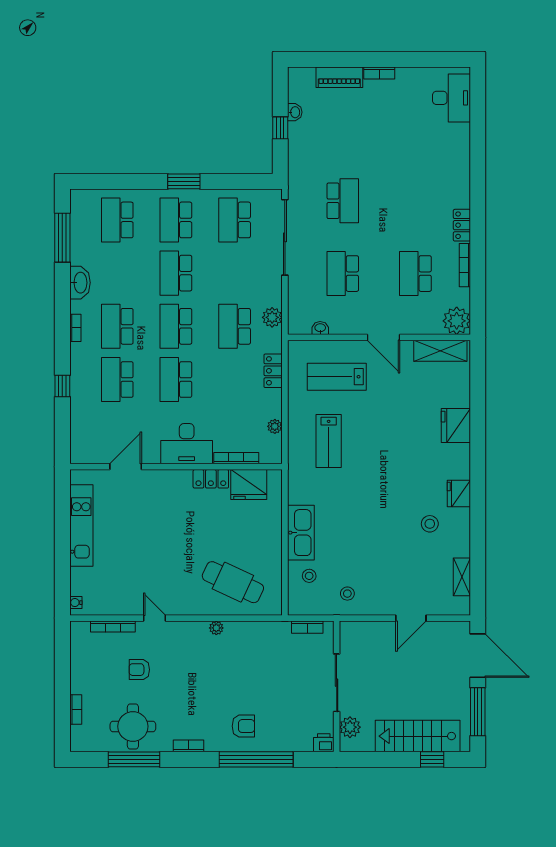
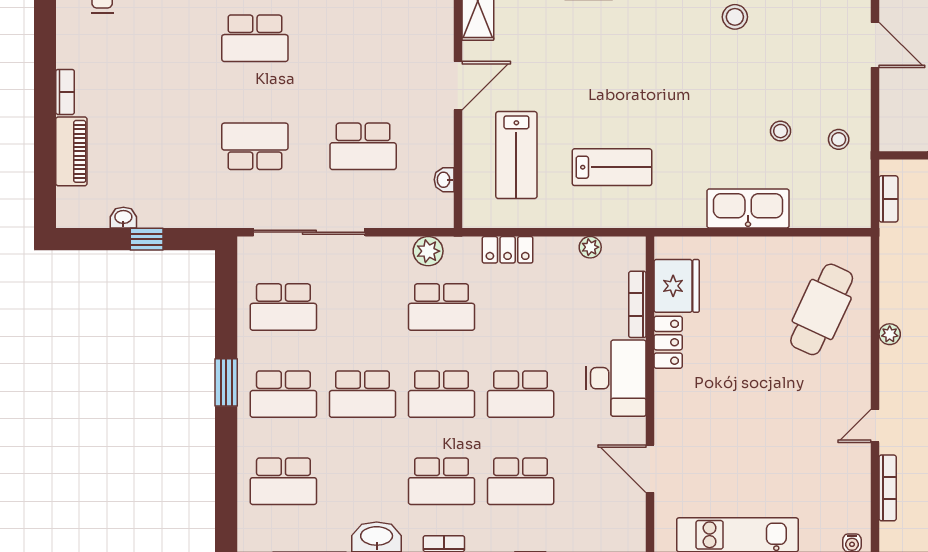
school desk: (415, 274) -> (255, 38), moved
stool: (309, 576) -> (781, 131), moved

